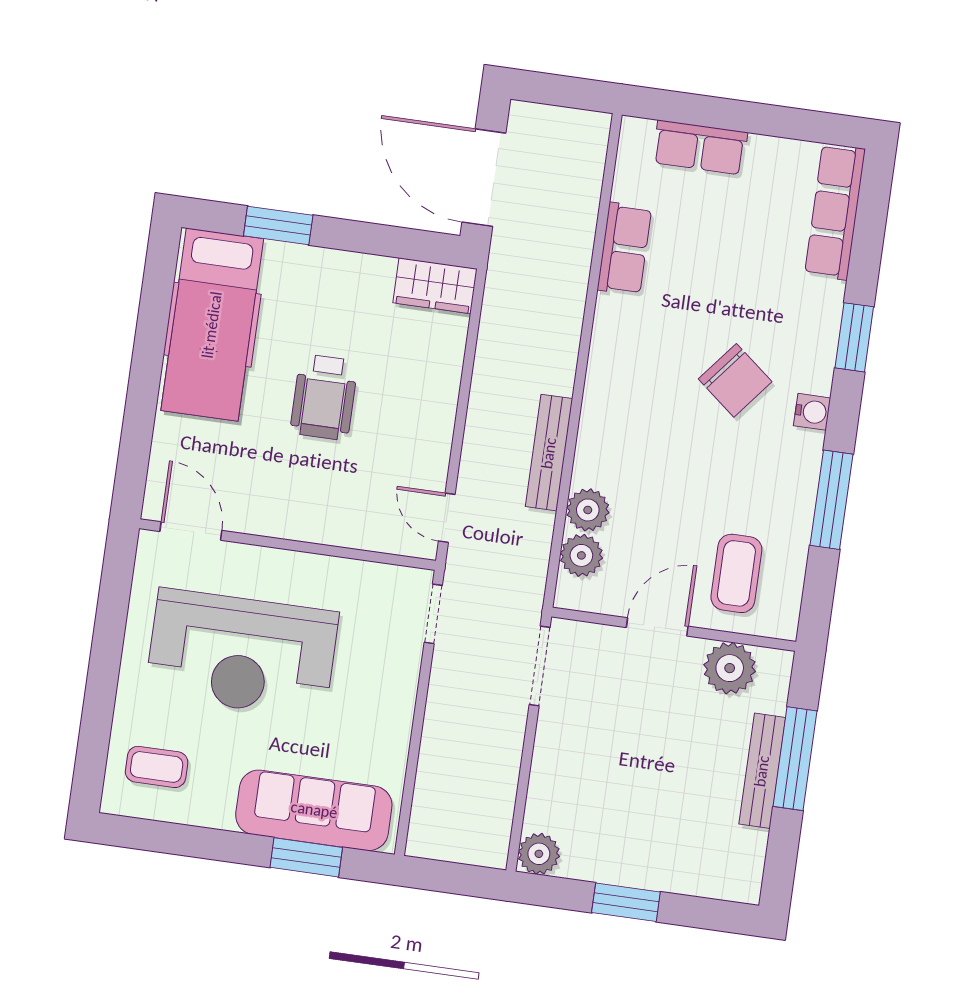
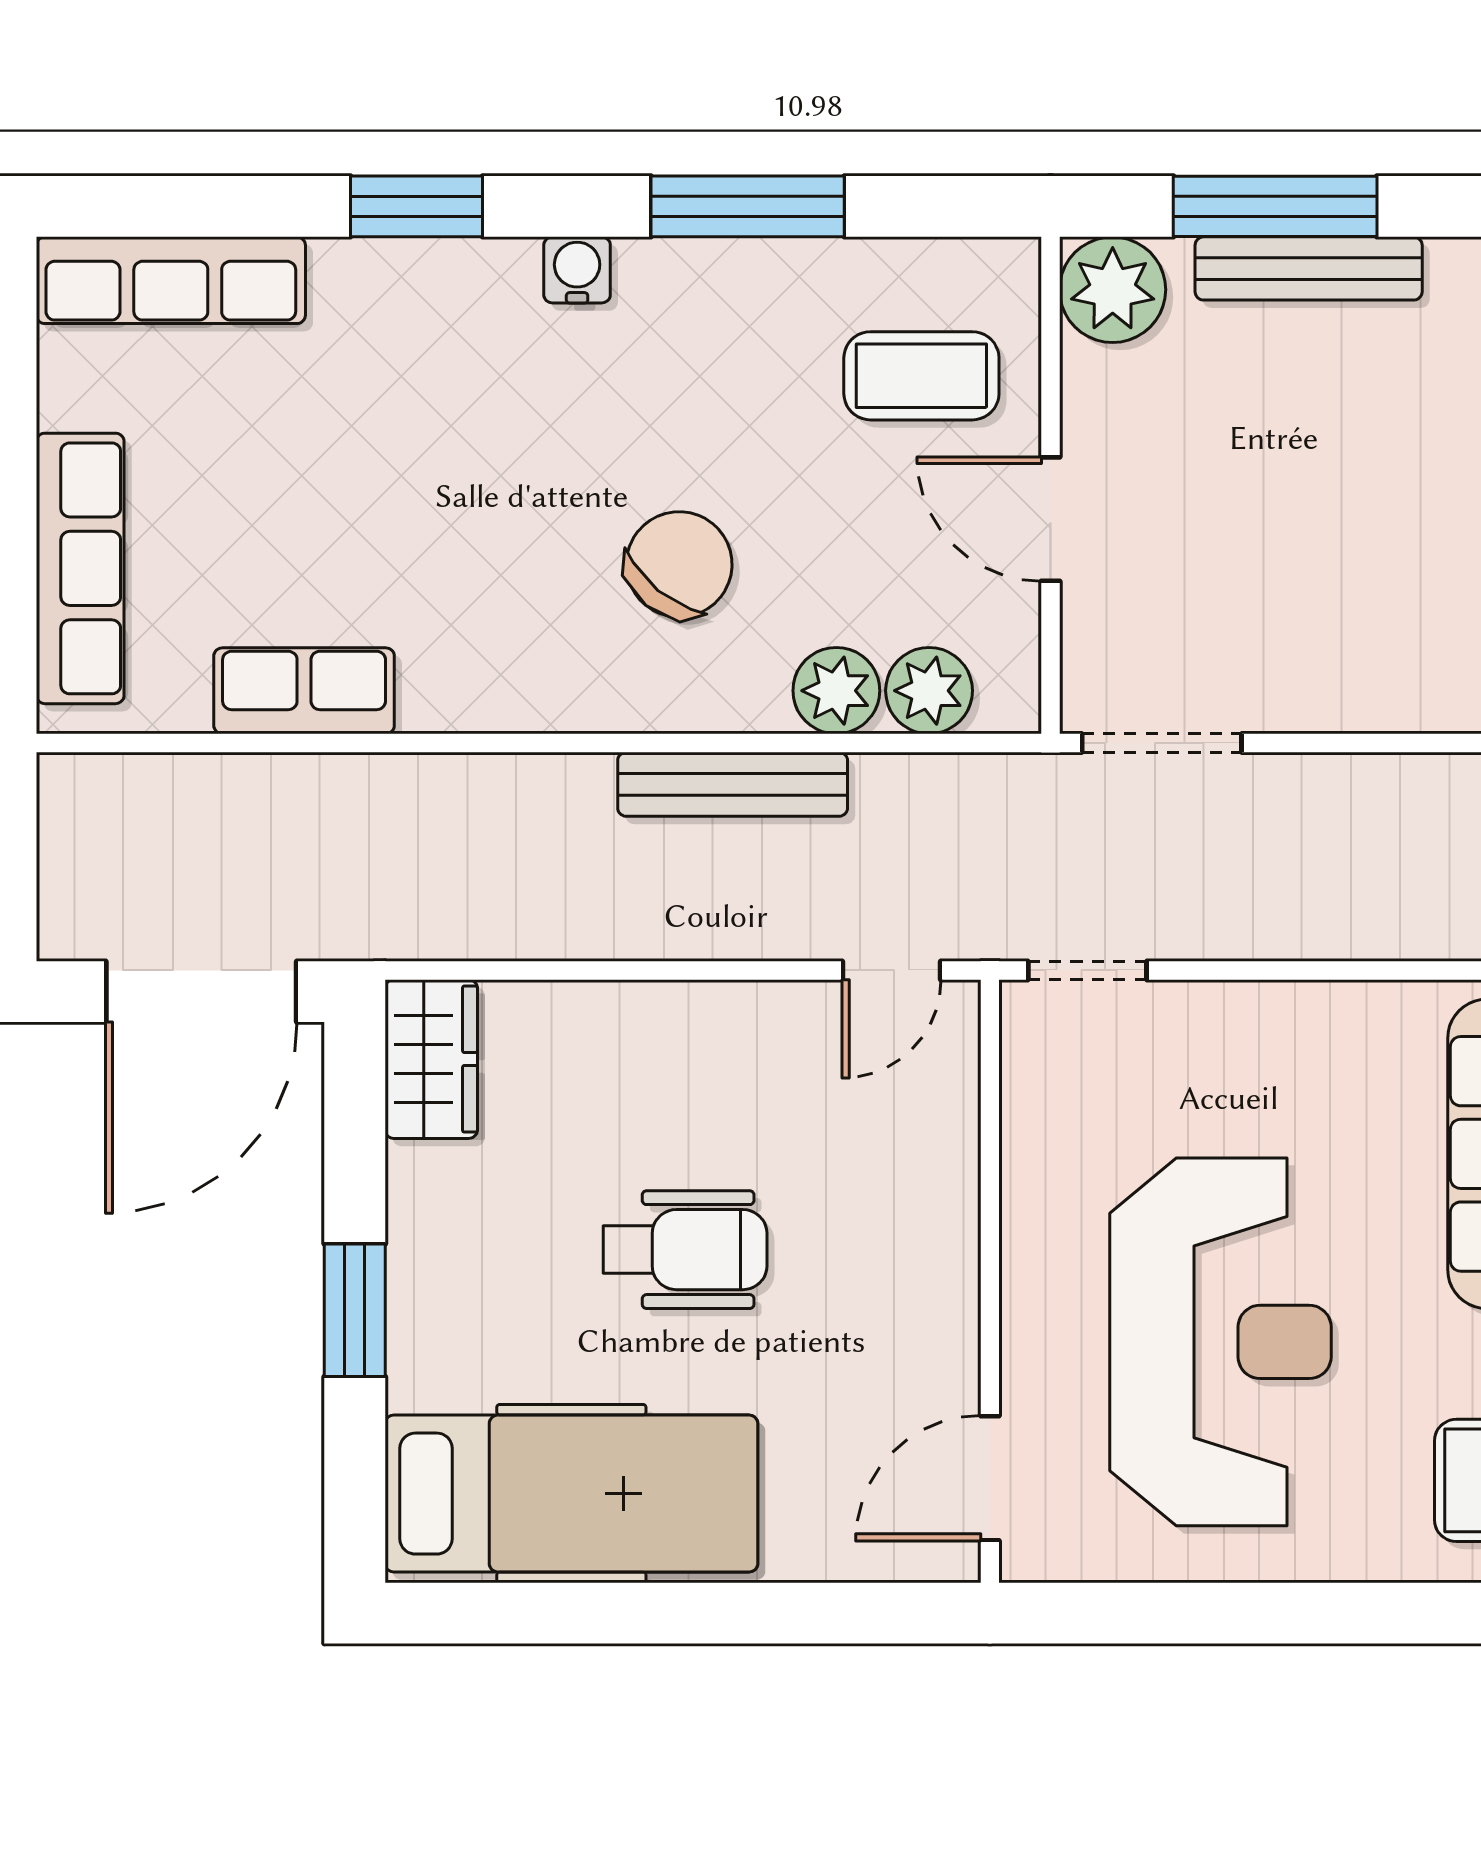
row of seats: (700, 147) -> (80, 568), width x1.48
window: (278, 225) -> (355, 1310), moved
chair: (735, 380) -> (679, 564), moved
plant: (730, 668) -> (1113, 290), moved

